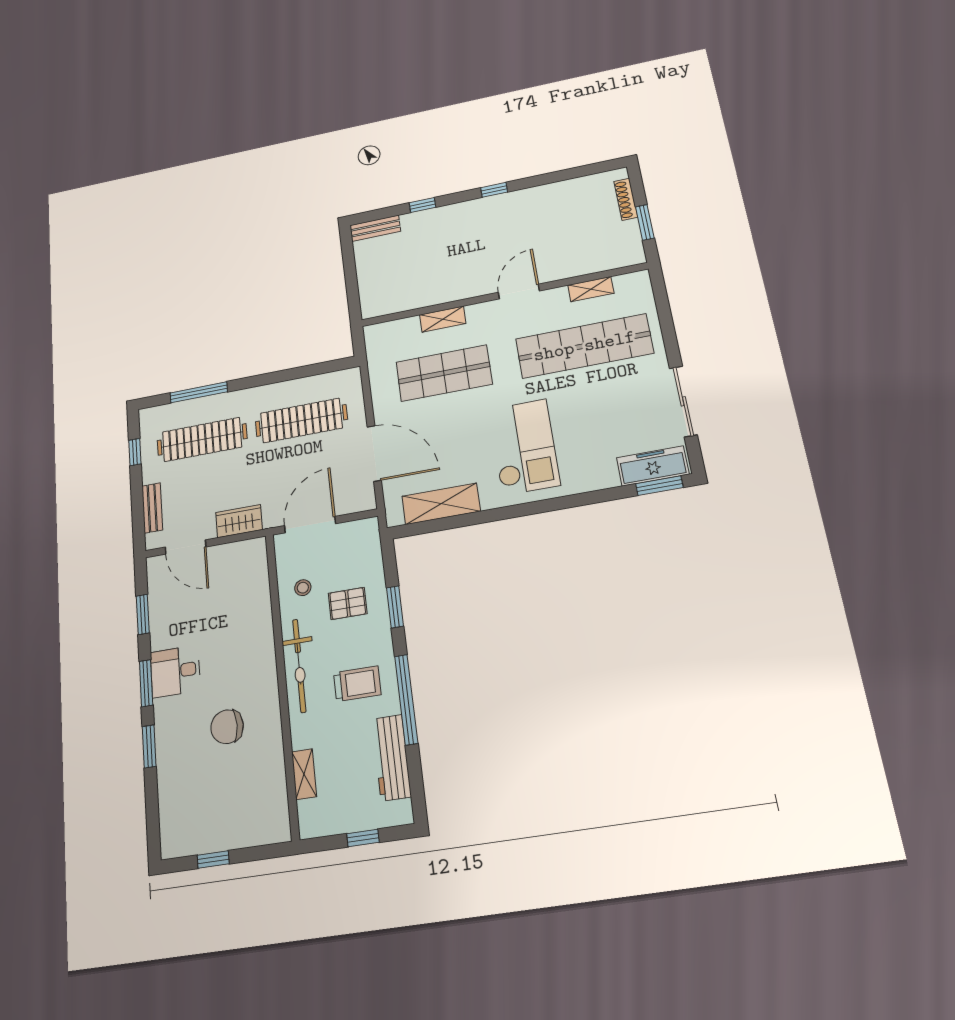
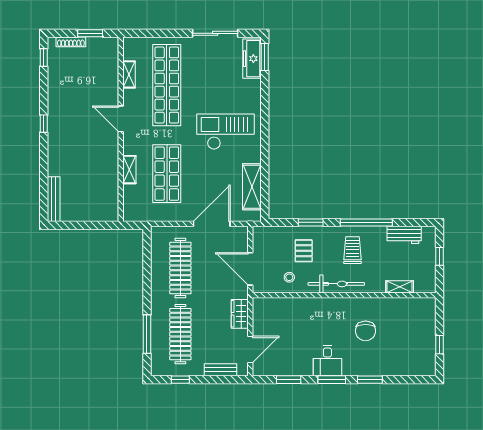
window: (423, 205) -> (44, 58), moved
bench: (375, 228) -> (54, 199), width x1.36
workbench: (392, 758) -> (404, 235), width x0.73

